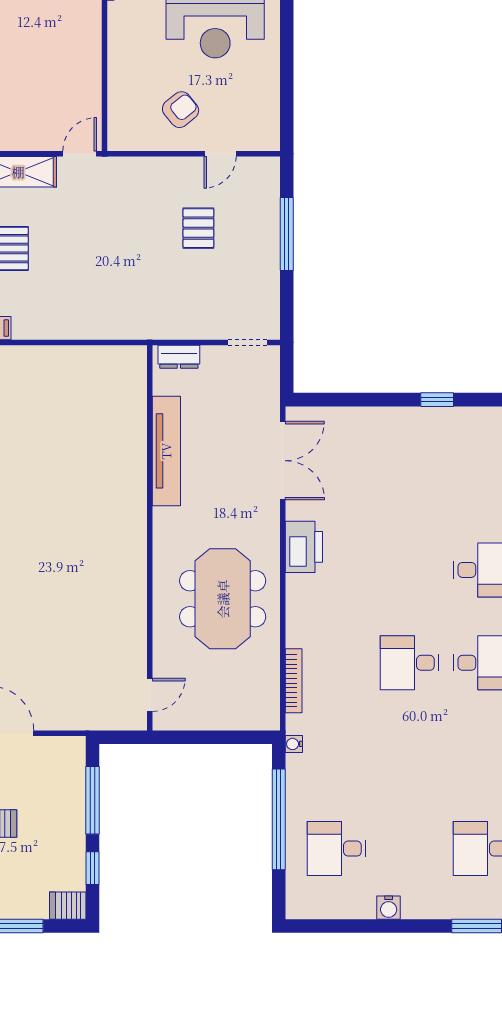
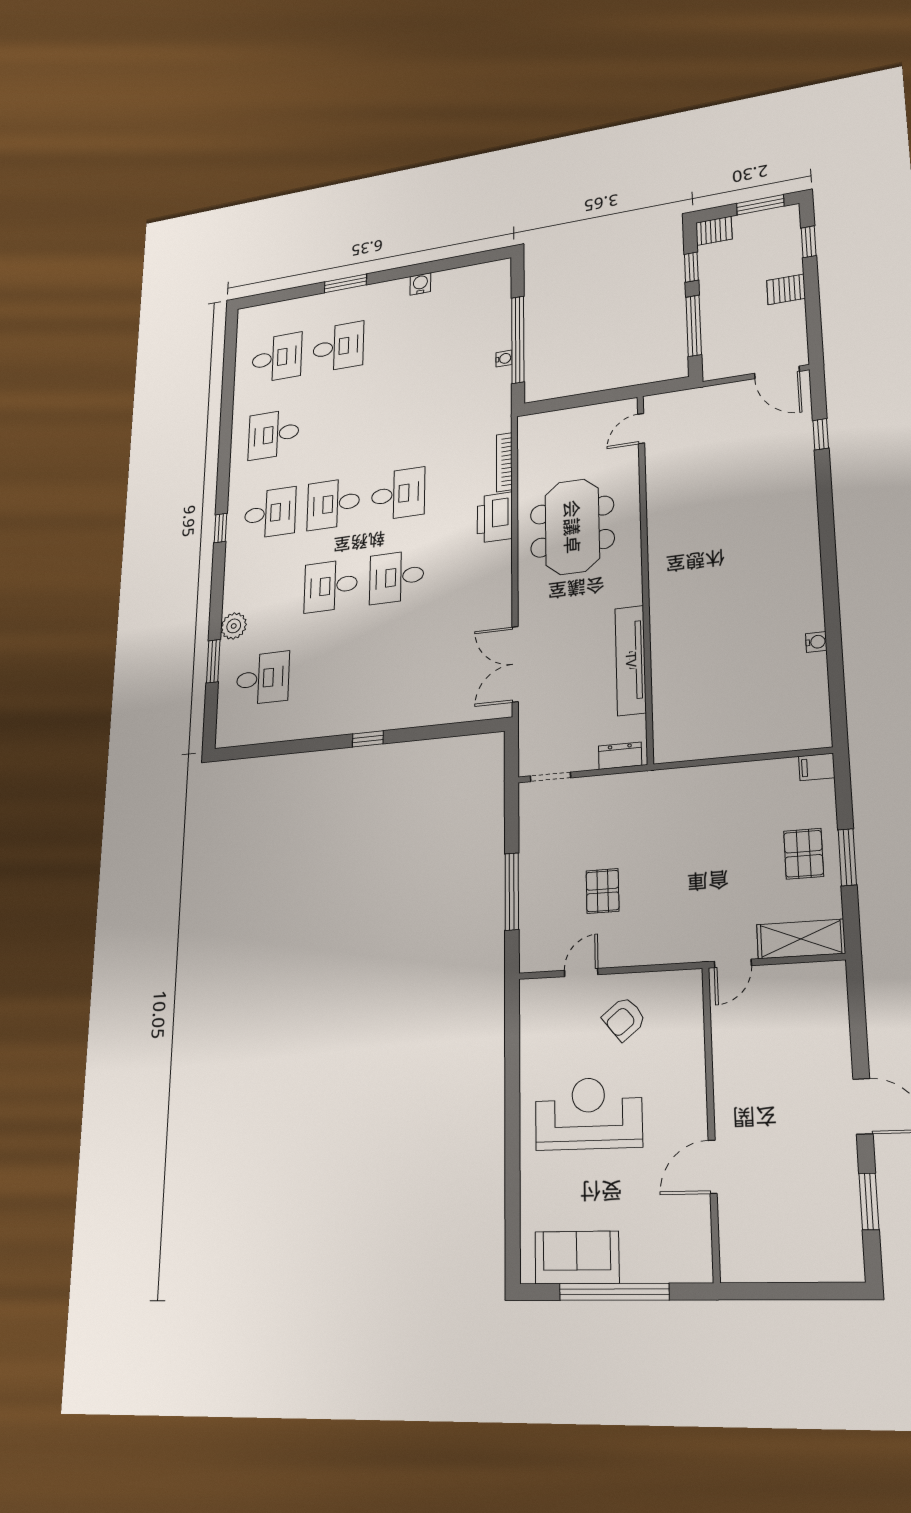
printer: (304, 547) -> (495, 517), moved
water cooler: (294, 744) -> (504, 359), moved
desk: (337, 849) -> (396, 577), moved, turned 180

